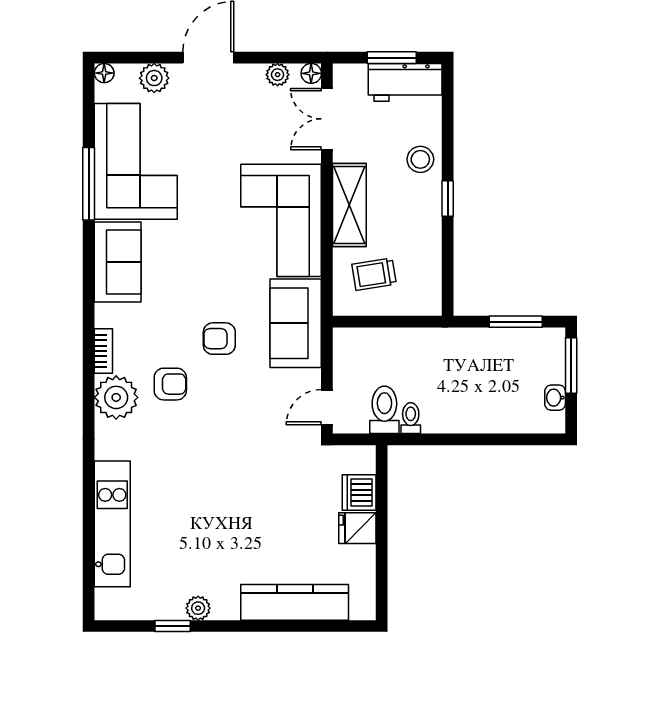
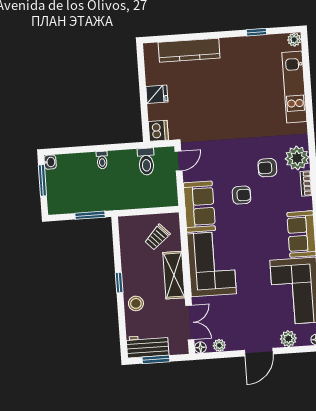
trolley: (374, 274) -> (157, 237), turned 145
window: (516, 322) -> (90, 215), moved
window: (571, 366) -> (42, 180), moved
washbasin: (555, 398) -> (50, 162), moved
toilet: (411, 418) -> (102, 160), moved
dishwasher: (359, 492) -> (158, 131), moved
plant: (198, 608) -> (294, 40), moved

